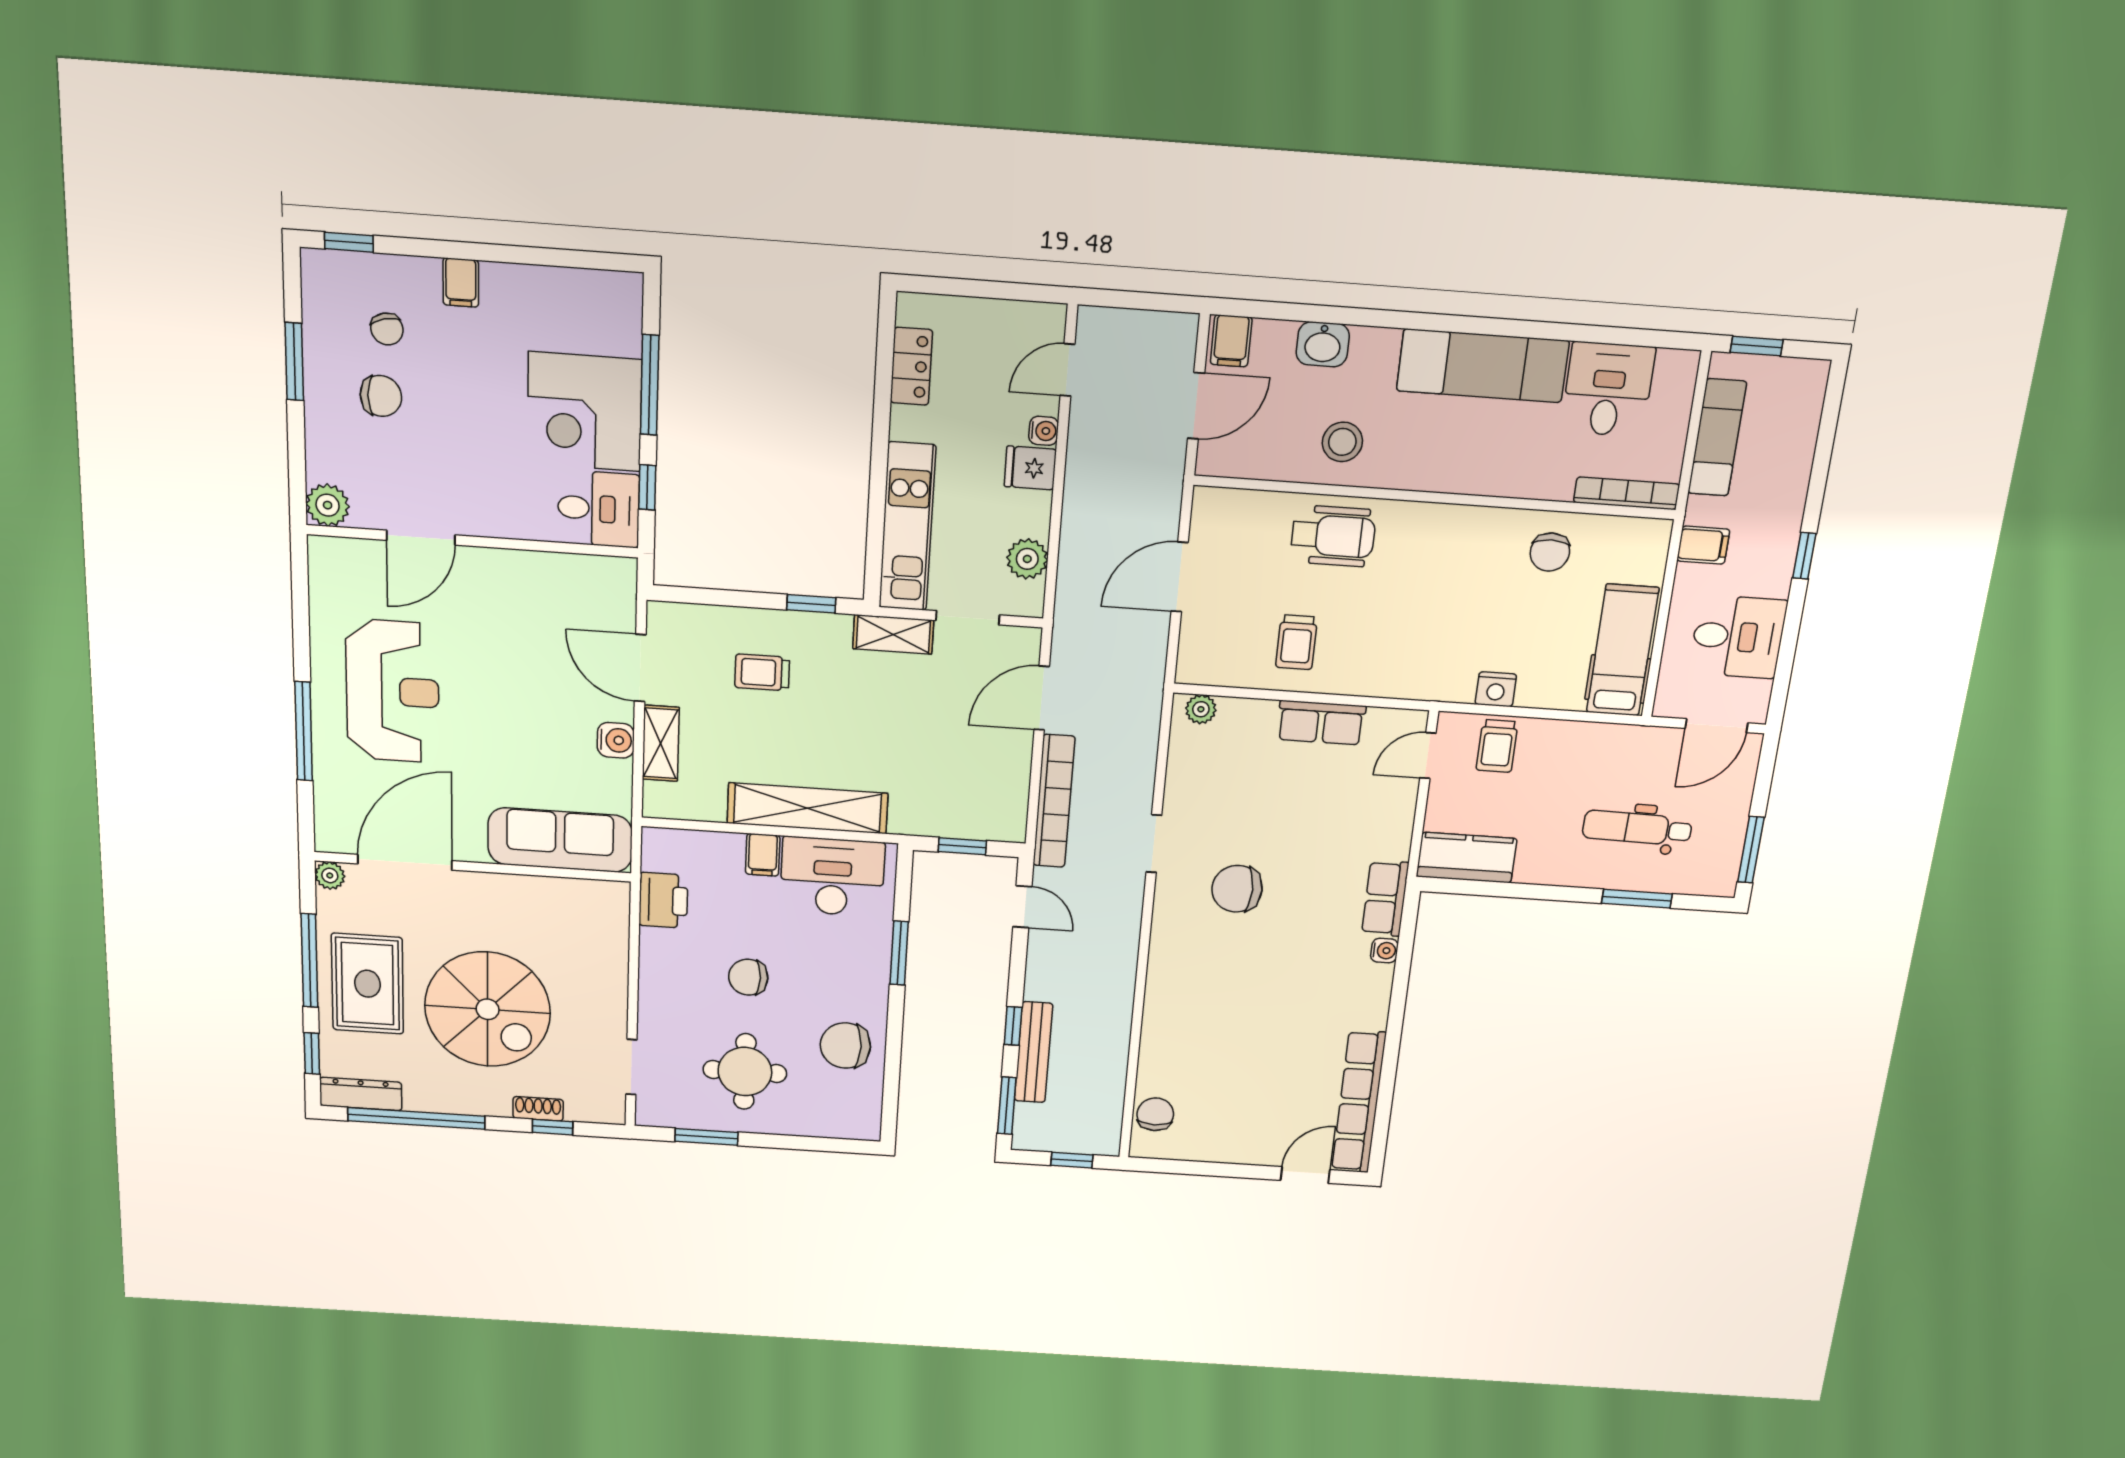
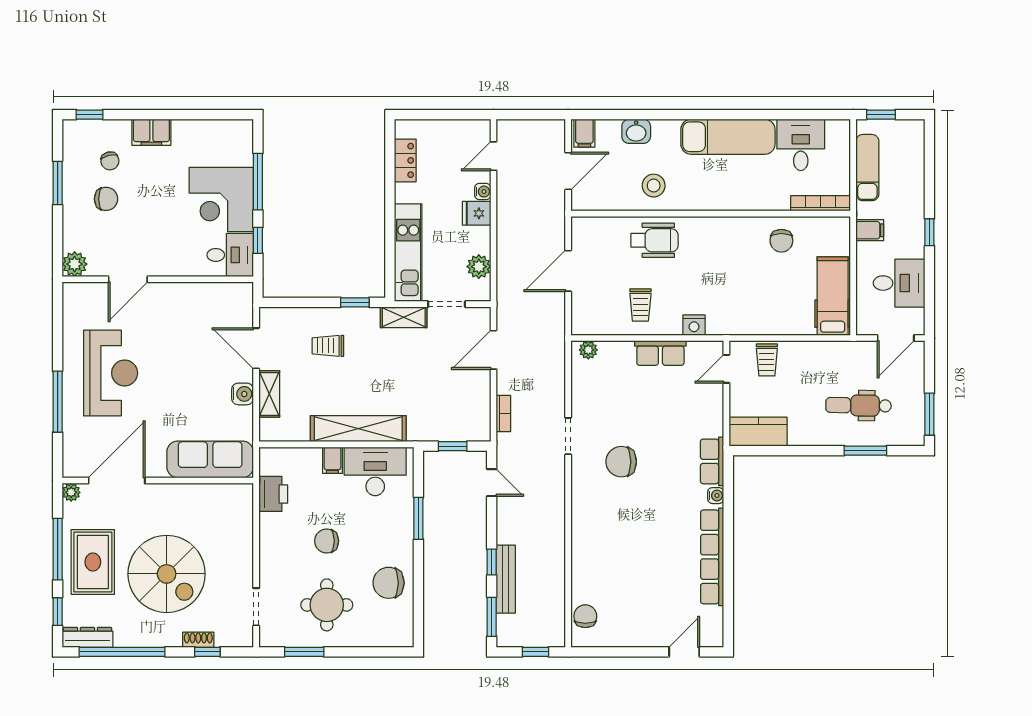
filing cabinet: (461, 283) -> (151, 132), width x2.00
nightstand: (1496, 689) -> (694, 325), moved
bookcase: (1054, 801) -> (503, 414), width x0.43, depth x0.76
row of seats: (1359, 1102) -> (712, 557), moved

